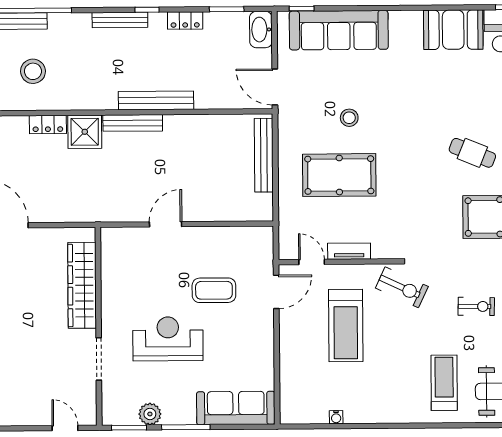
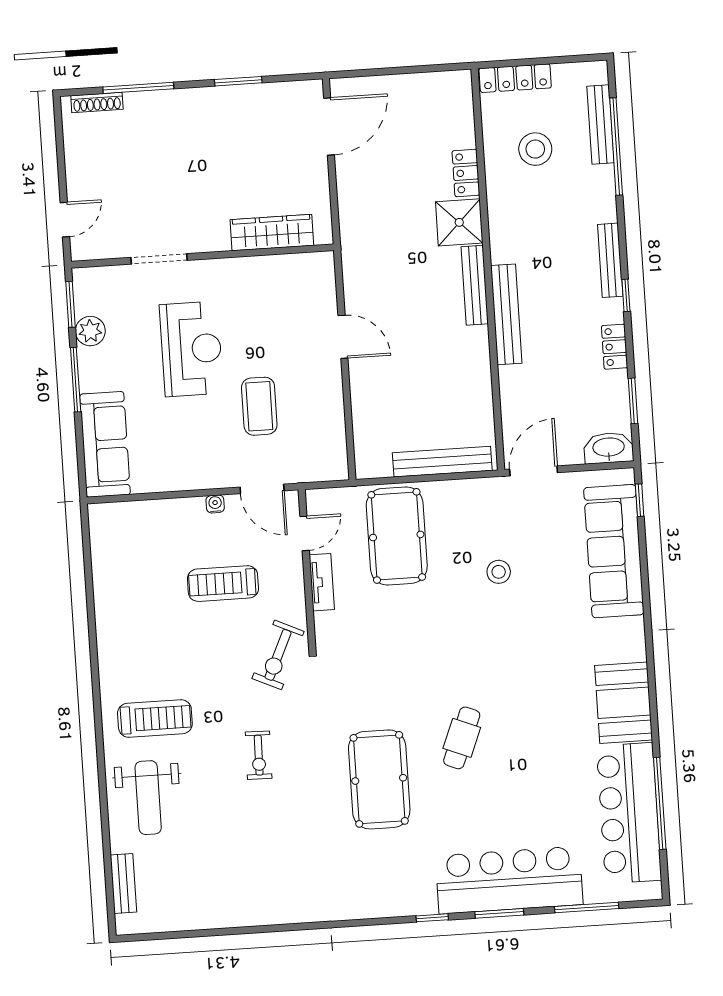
pool table: (339, 175) -> (397, 536), moved
wardrobe: (82, 285) -> (272, 233), width x0.71, depth x0.85
treadmill: (346, 326) -> (223, 584), width x0.73, depth x0.73
water cooler: (336, 417) -> (215, 504), moved, turned 90

